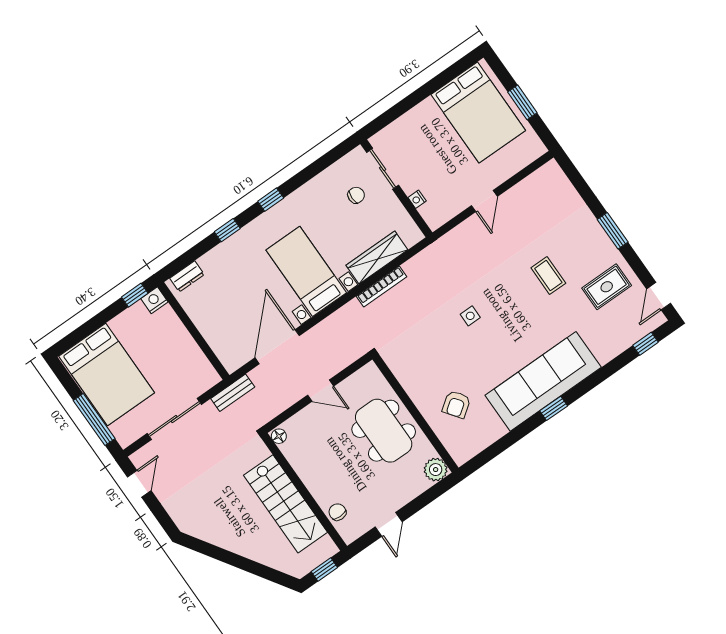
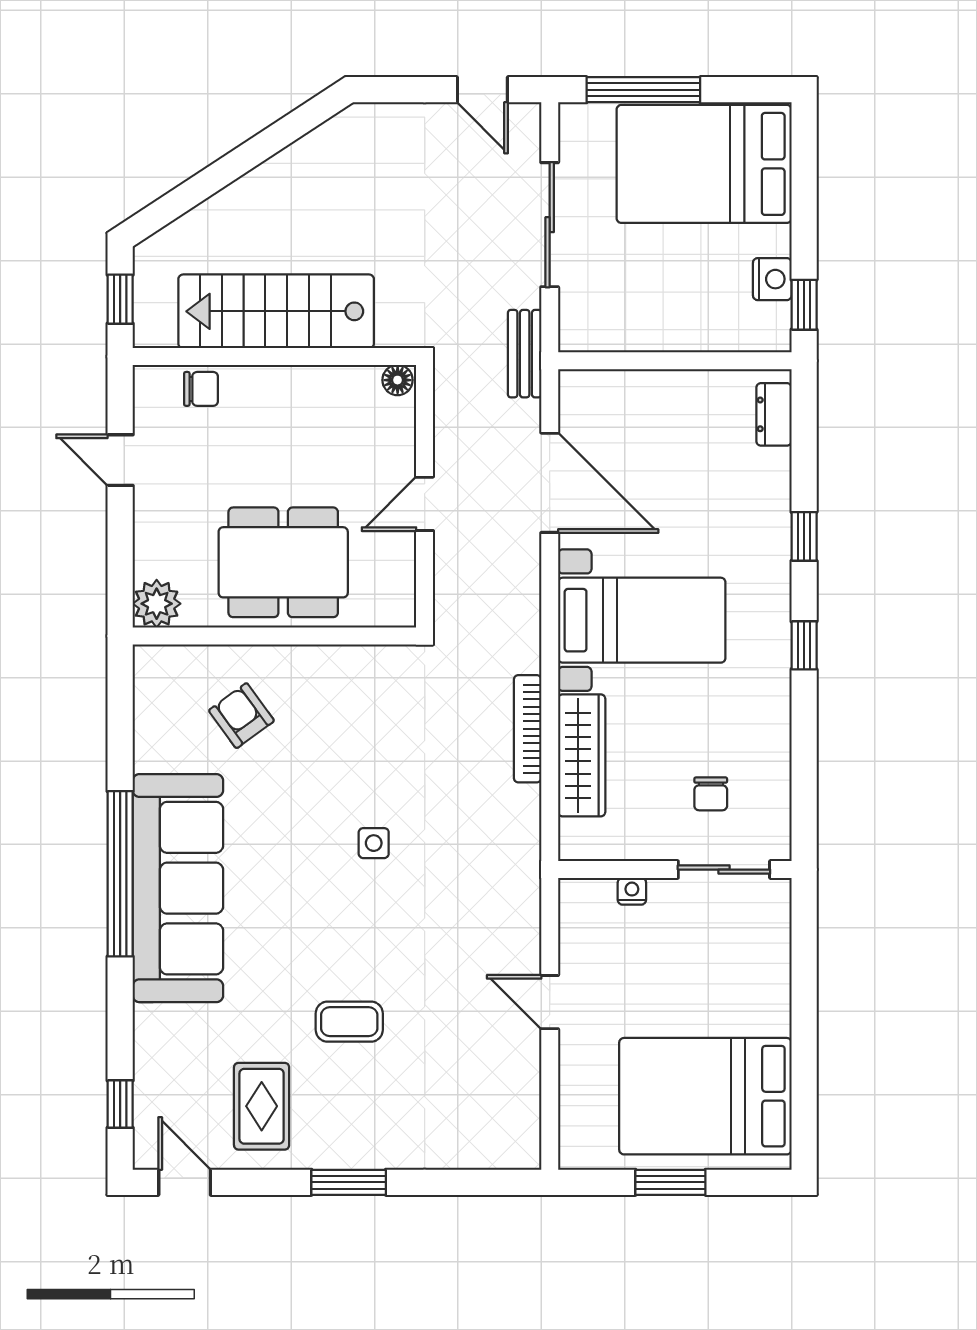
nightstand: (154, 300) -> (772, 279), moved
window: (554, 408) -> (120, 874), width x3.17

